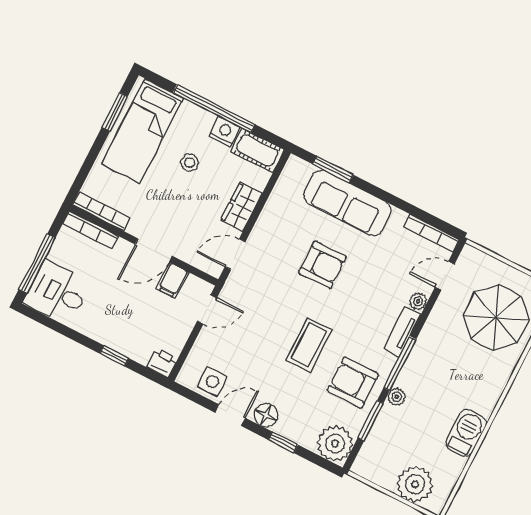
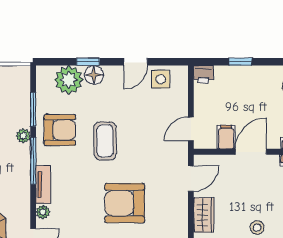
armchair: (322, 265) -> (125, 203), width x1.36, depth x1.36
floor lamp: (266, 415) -> (94, 75), moved
plant: (335, 444) -> (69, 80), moved

